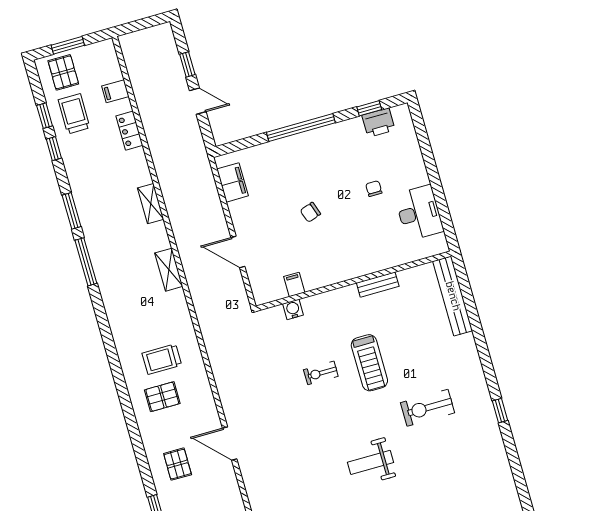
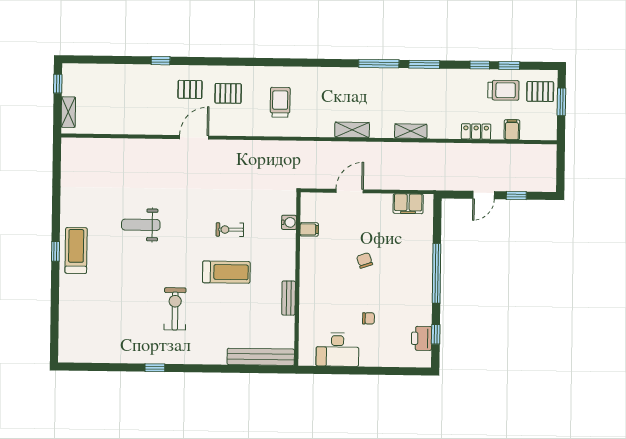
treadmill: (369, 363) -> (226, 272), turned 180
exercise bike: (321, 373) -> (230, 230), turned -90
pallet: (162, 397) -> (228, 93), moved, turned 90
weight bench: (370, 462) -> (141, 225), moved, turned -90

